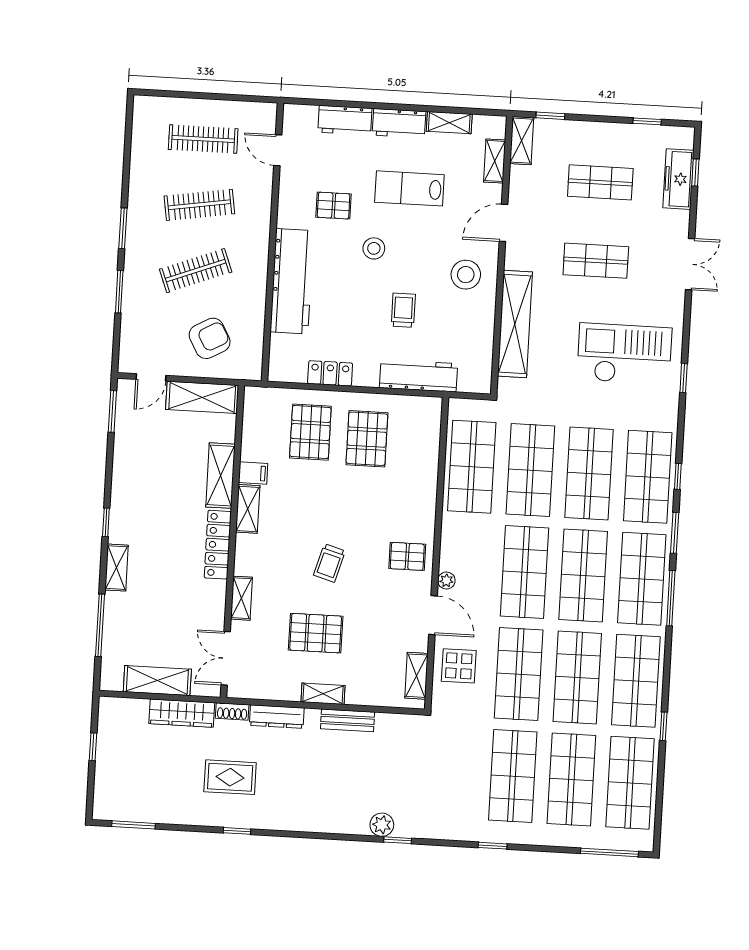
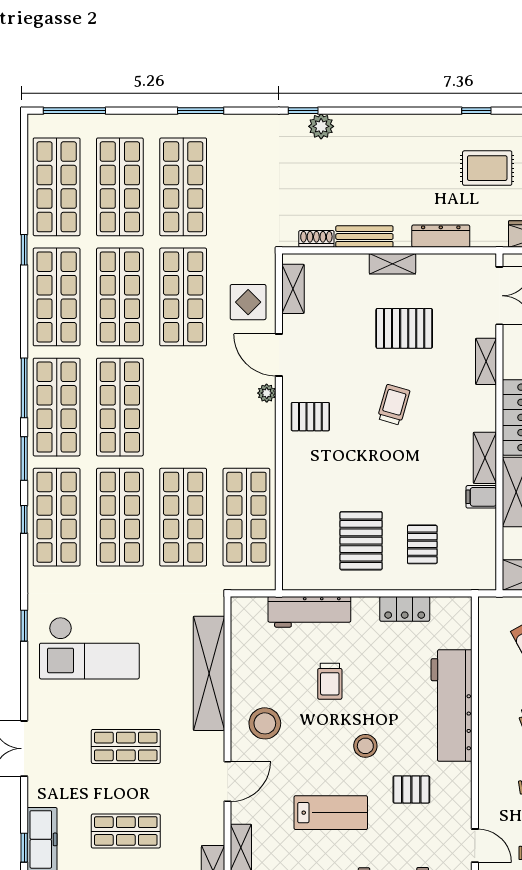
pallet: (310, 432) -> (422, 544), width x0.67, depth x0.71
shop shelf: (525, 572) -> (183, 407), removed
shoe rack: (232, 712) -> (316, 239), moved
window: (493, 846) -> (201, 111), width x1.50

